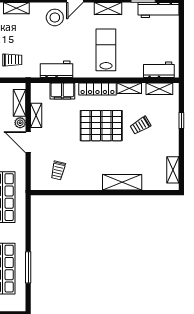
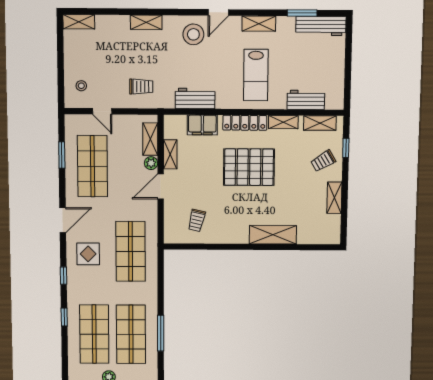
lab bench: (106, 50) -> (256, 75), turned 180
workbench: (159, 70) -> (306, 100), moved
window: (181, 120) -> (346, 148), moved
trolley: (140, 125) -> (323, 161), moved
door: (28, 142) -> (161, 186), hinge flipped
shelving: (173, 170) -> (334, 198), moved

